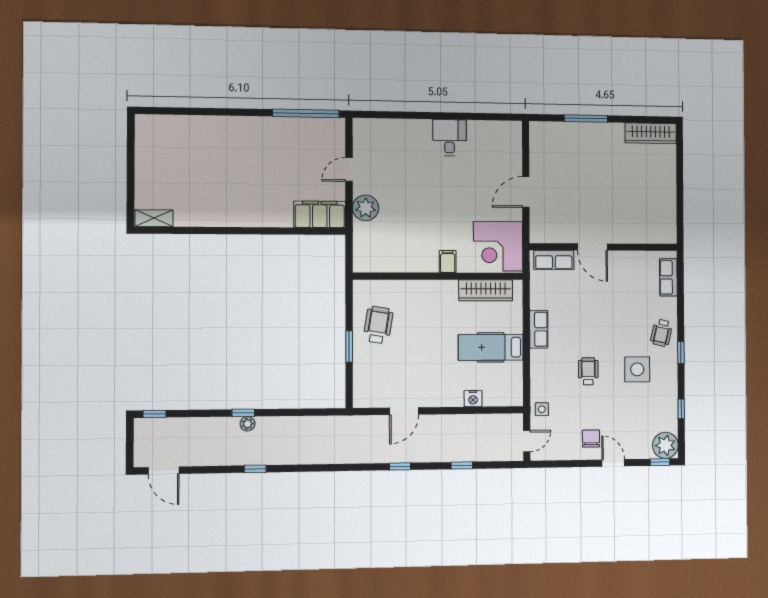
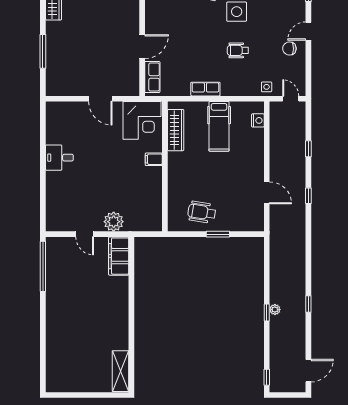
shelving: (154, 218) -> (120, 371), width x1.50, depth x1.33
nightstand: (473, 399) -> (258, 120), moved

